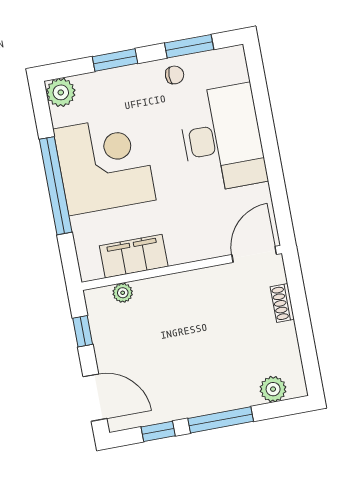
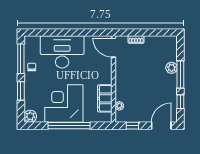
window: (189, 46) -> (21, 59), width x1.44
plant: (273, 389) -> (172, 68), moved

